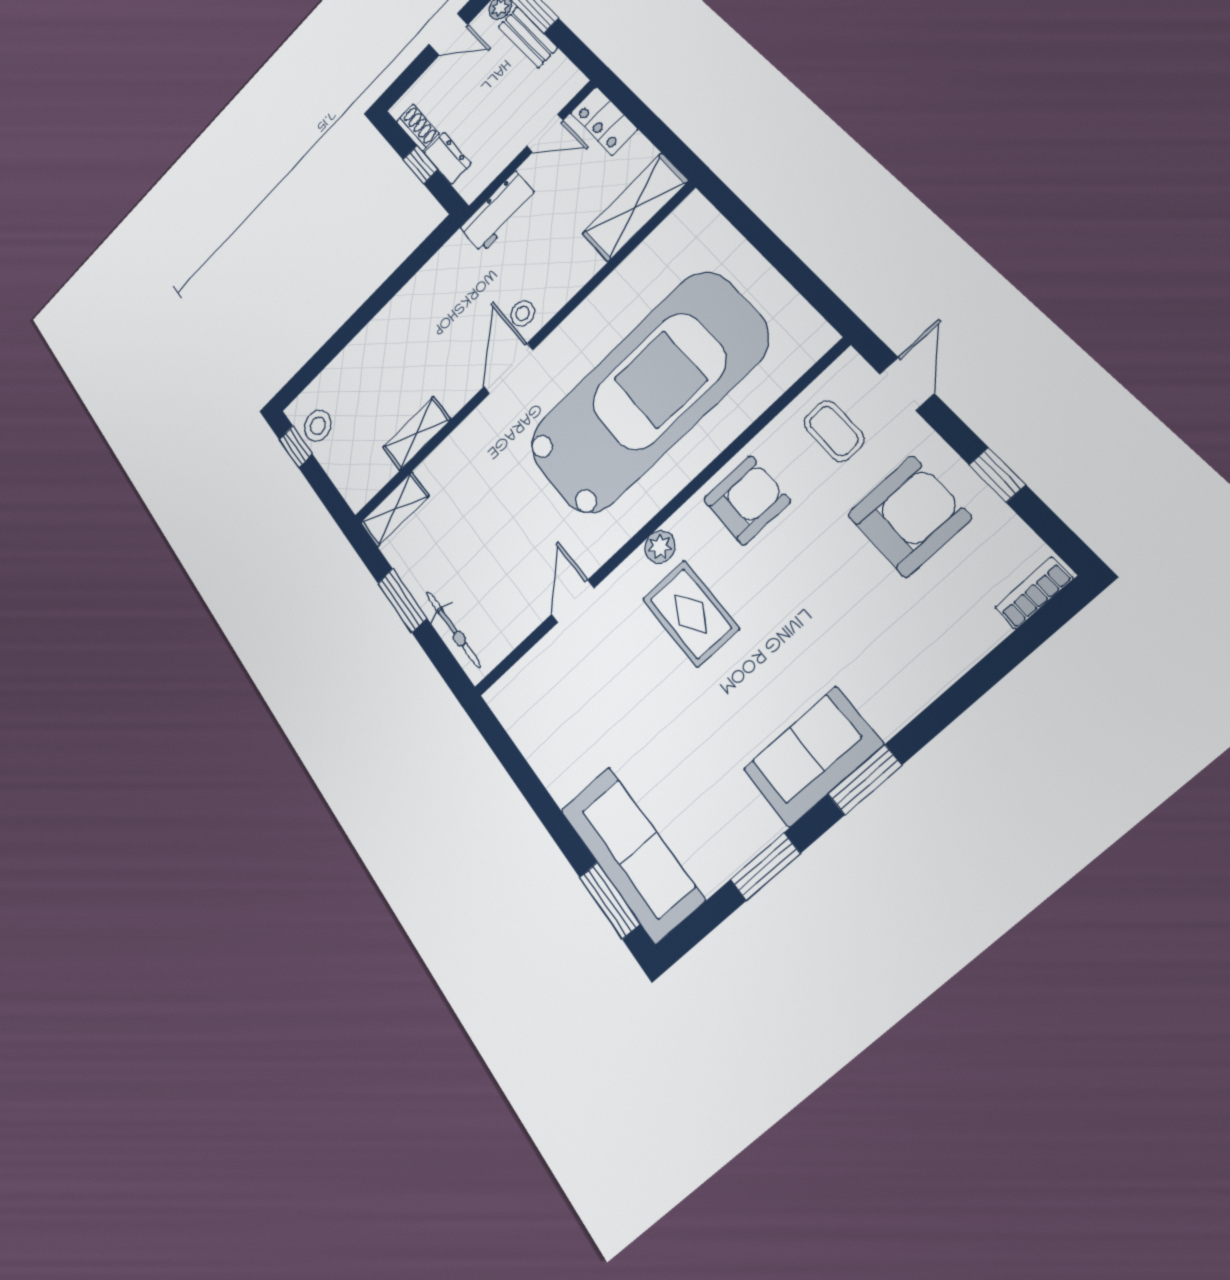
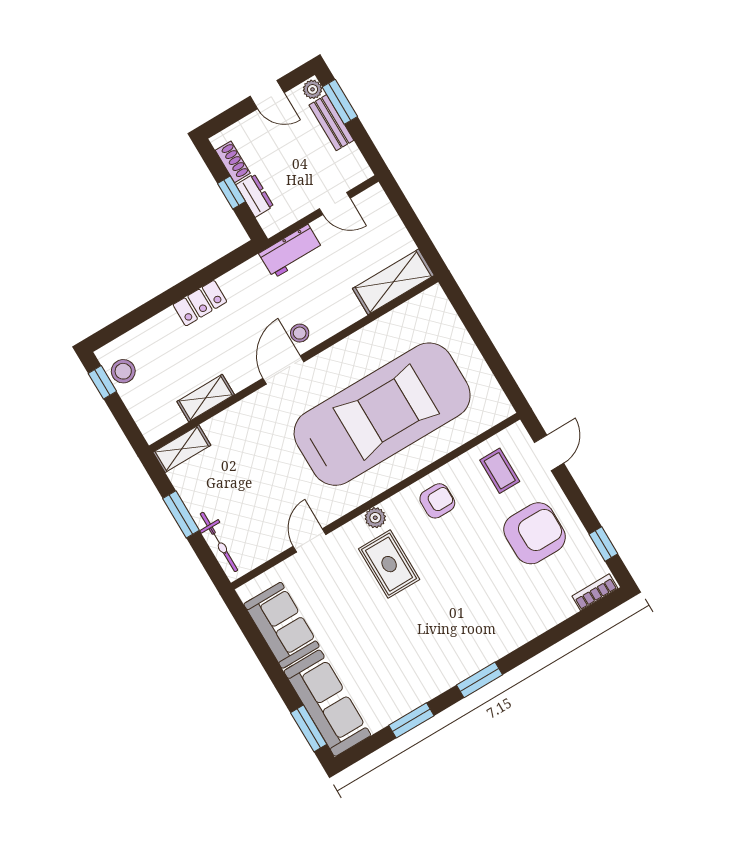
locker: (604, 121) -> (200, 303), moved, turned -90
window: (997, 475) -> (603, 544), moved
armchair: (747, 500) -> (437, 501), width x0.72, depth x0.72
sofa: (813, 757) -> (282, 625), moved, turned 90

